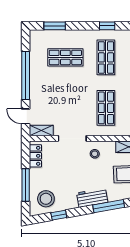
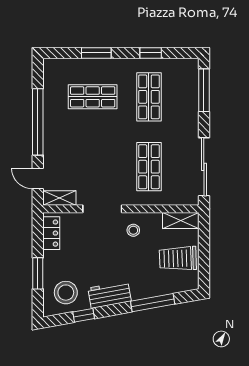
window: (55, 26) -> (96, 53), moved
window: (26, 185) -> (38, 273), width x0.69
workbench: (92, 198) -> (109, 295), moved

